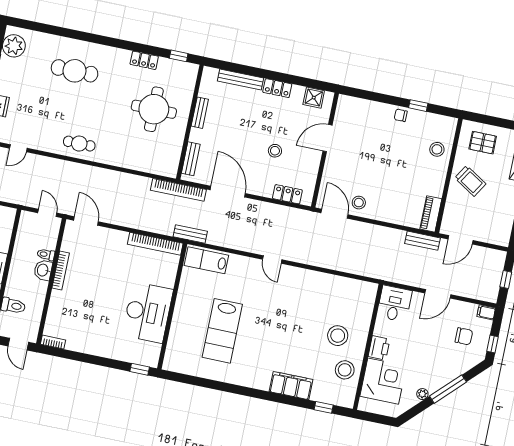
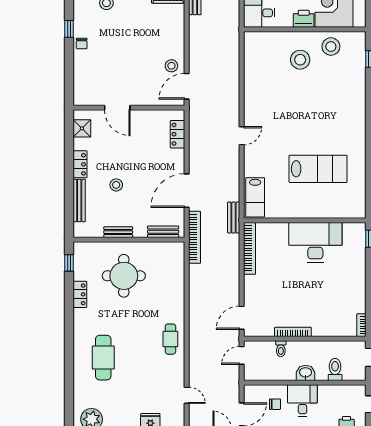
stool: (275, 151) -> (116, 185), moved
washbasin: (43, 270) -> (306, 373), moved, turned 180
filing cabinet: (291, 386) -> (356, 94), removed

